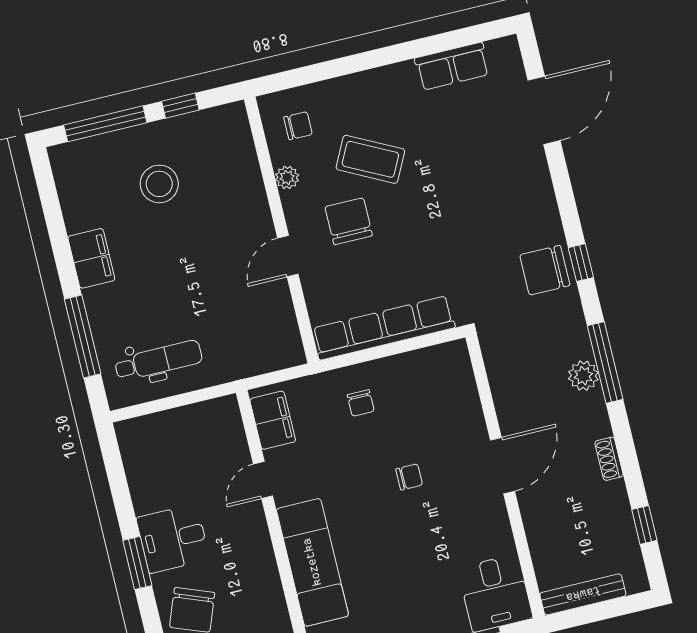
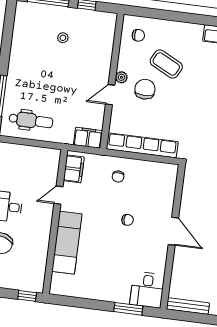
plant: (287, 177) -> (121, 77), moved
stool: (159, 184) -> (63, 38), width x0.53, depth x0.53
filing cabinet: (91, 258) -> (88, 138), moved, turned -90
door: (503, 466) -> (173, 231), hinge flipped

